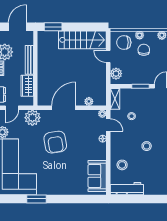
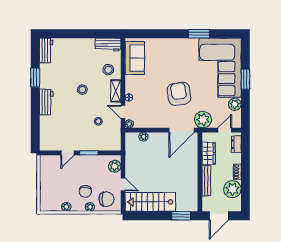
shelving: (115, 99) -> (116, 91), moved
door: (64, 108) -> (181, 130), moved
workbench: (127, 189) -> (108, 45), width x0.73

